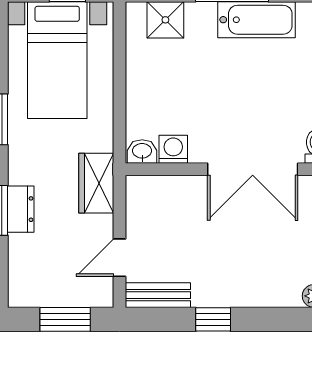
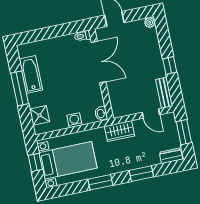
washing machine: (173, 149) -> (74, 120), moved, turned 90
dresser: (21, 209) -> (171, 156), moved

